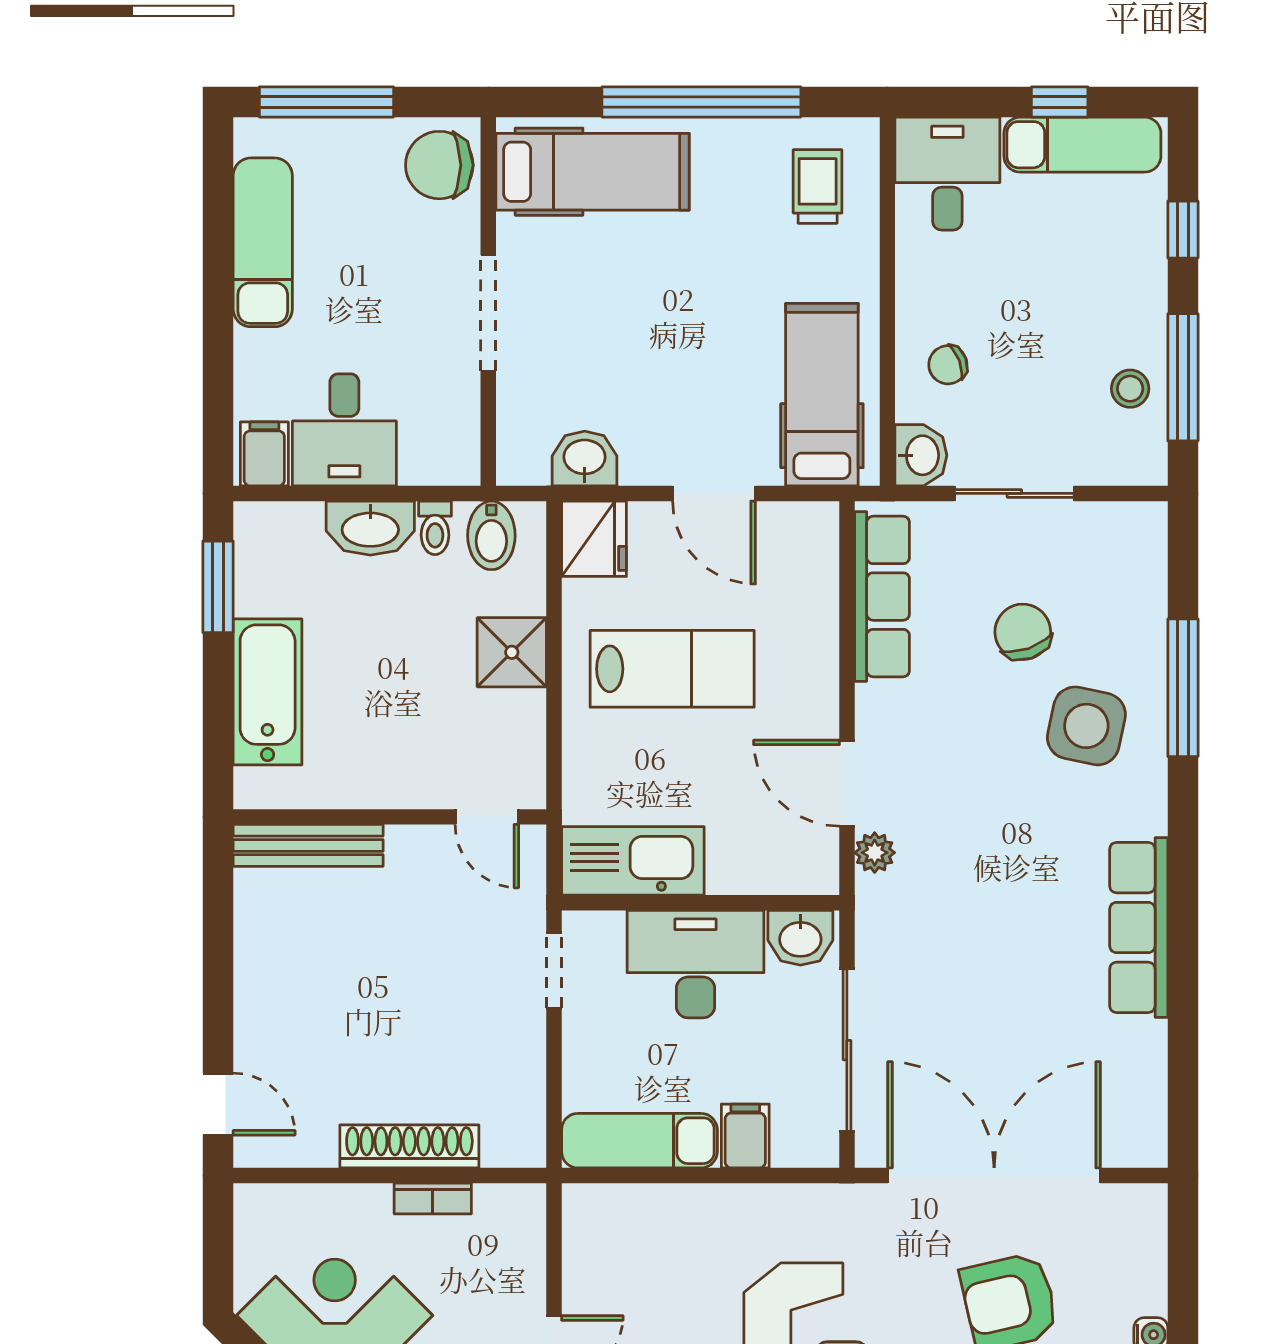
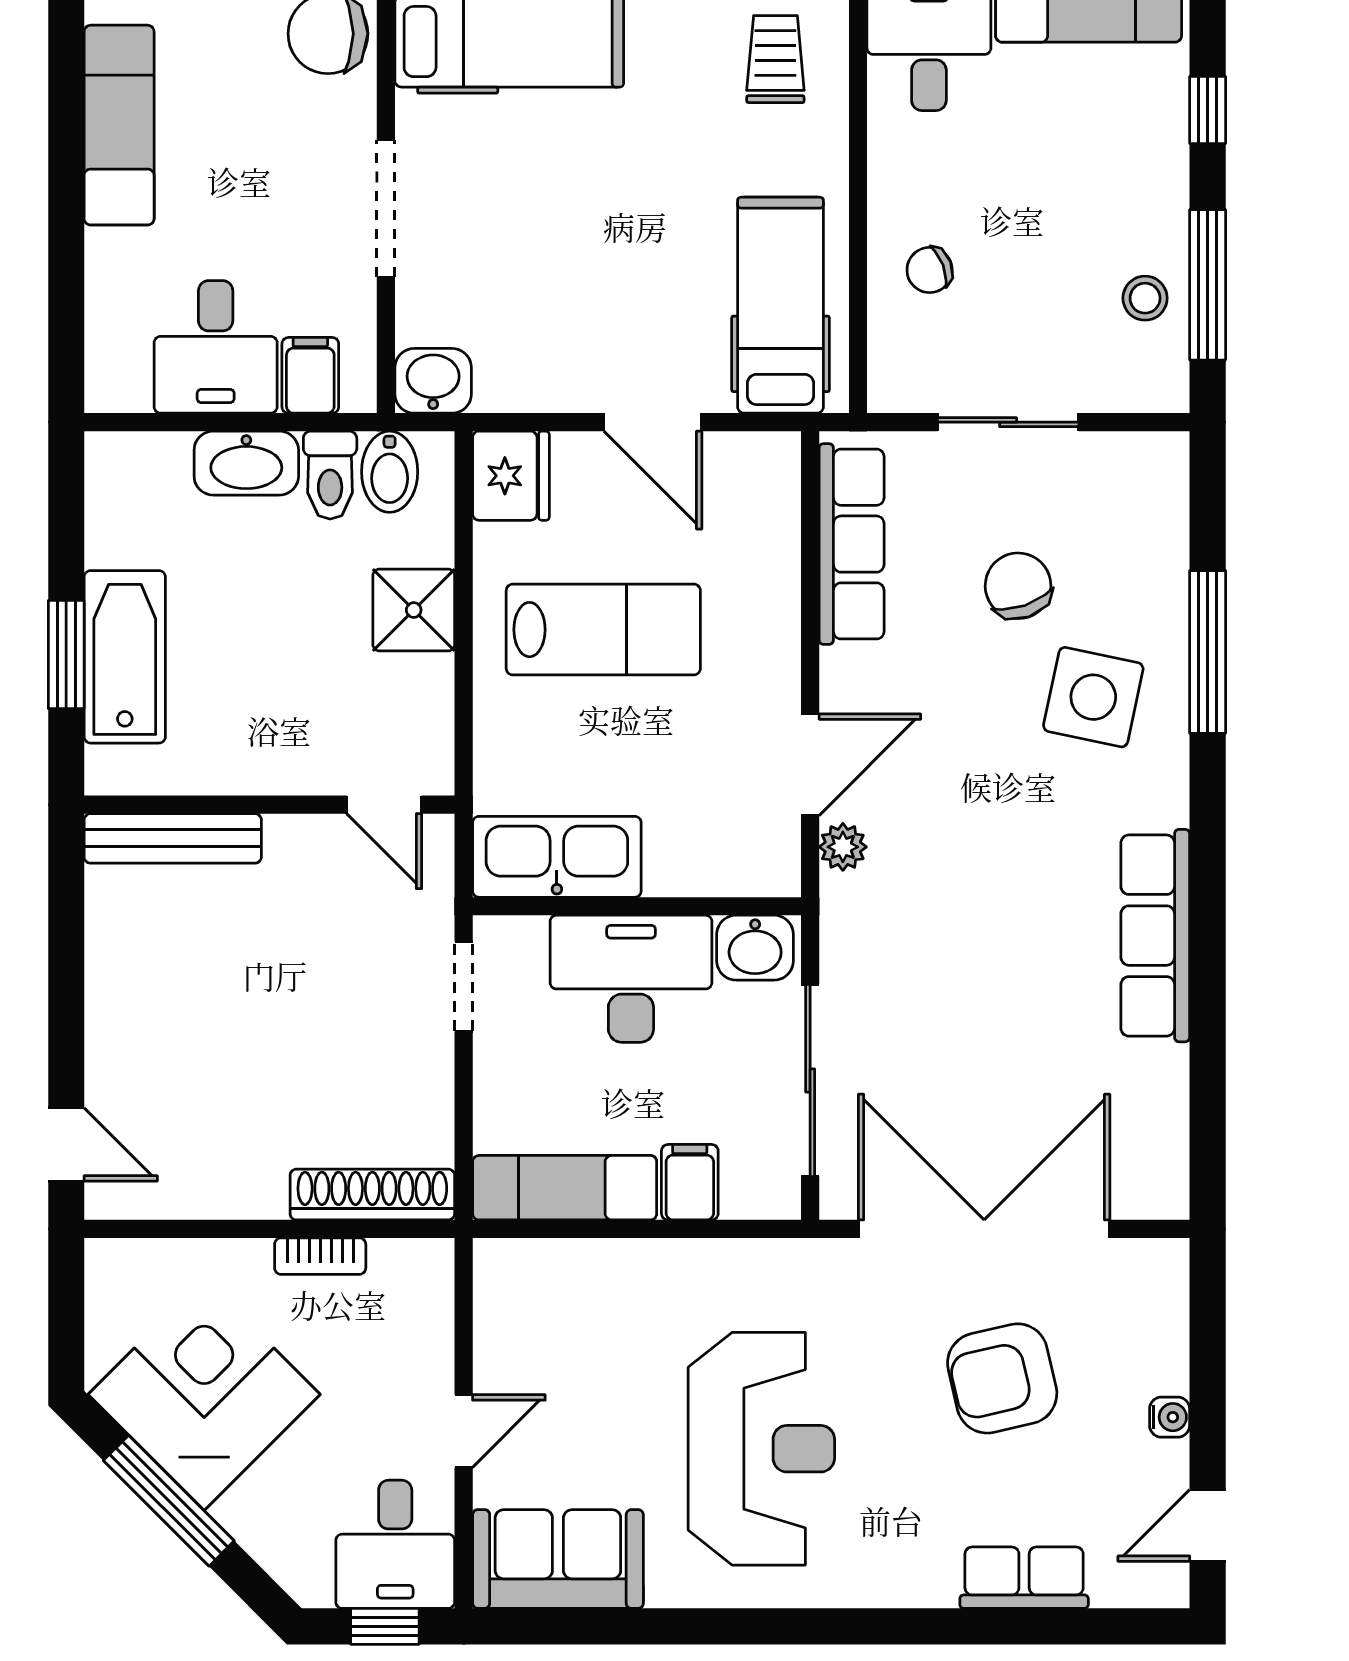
filing cabinet: (264, 454) -> (310, 375), moved
washbasin: (921, 455) -> (898, 377), removed
washbasin: (585, 459) -> (433, 381), moved
toilet: (435, 528) -> (330, 475), width x1.37, depth x1.39
window: (218, 587) -> (66, 655), moved
door: (847, 783) -> (810, 765), swing flipped
shoe rack: (409, 1146) -> (372, 1195), moved

